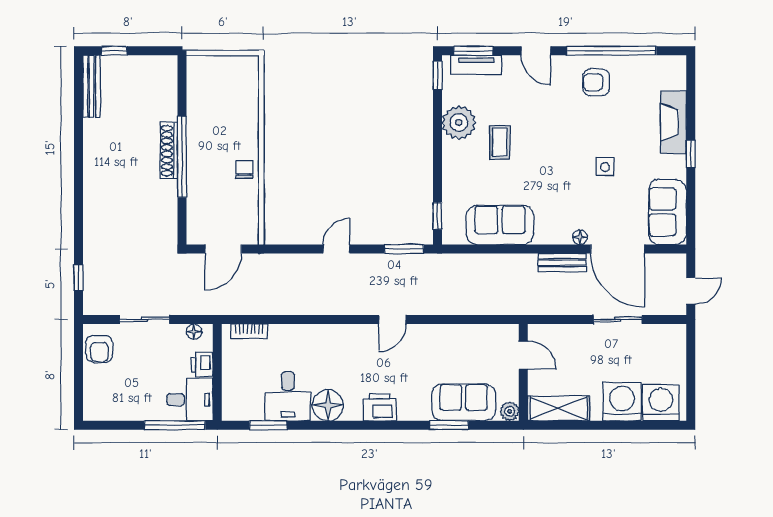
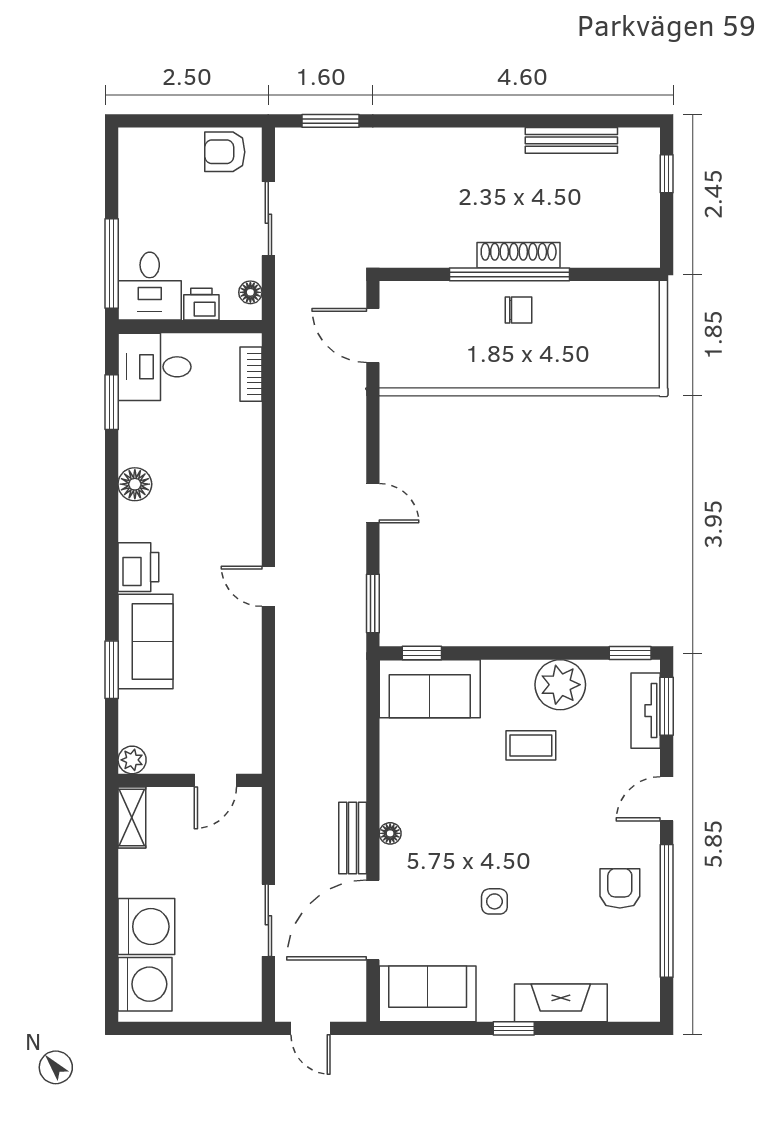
bench: (92, 86) -> (571, 140), moved
chair: (244, 169) -> (519, 310), moved
sofa: (500, 225) -> (430, 689), moved, turned 90
floor lamp: (580, 237) -> (390, 833), moved
window: (78, 278) -> (330, 121), width x1.50
desk: (288, 396) -> (155, 367), moved
sofa: (464, 402) -> (146, 642), moved
floor lamp: (328, 405) -> (135, 484), width x0.73, depth x0.73
shelving: (559, 408) -> (132, 817), width x0.67, depth x0.75

